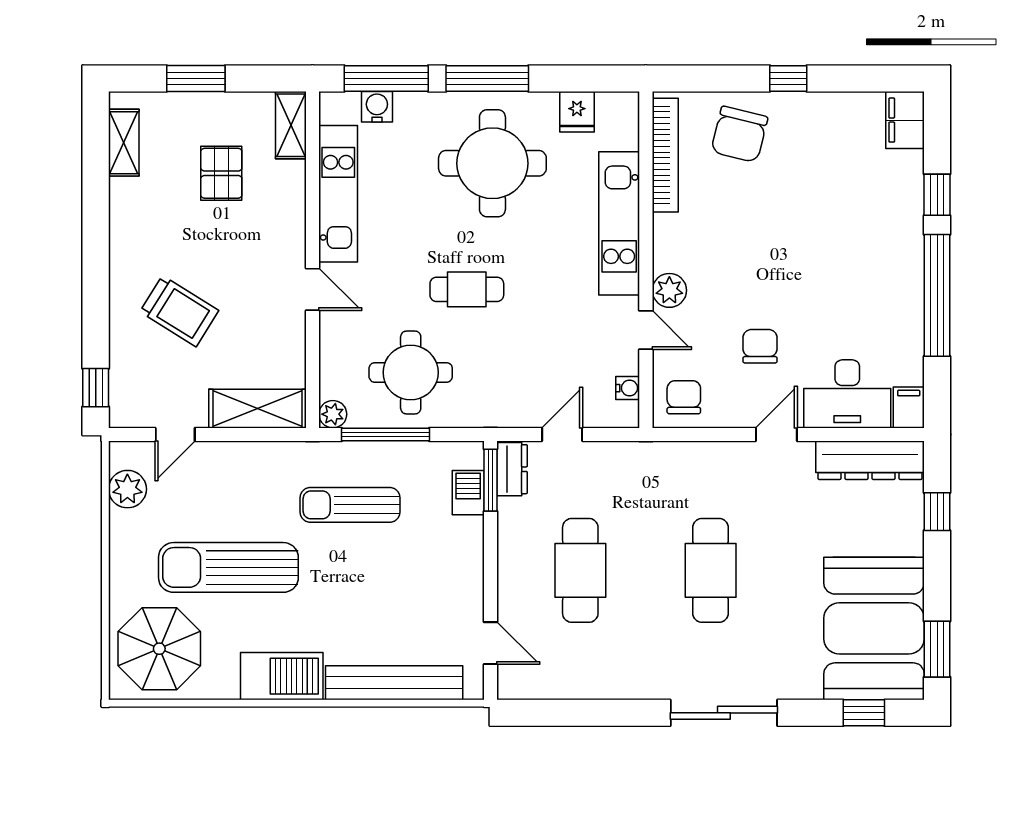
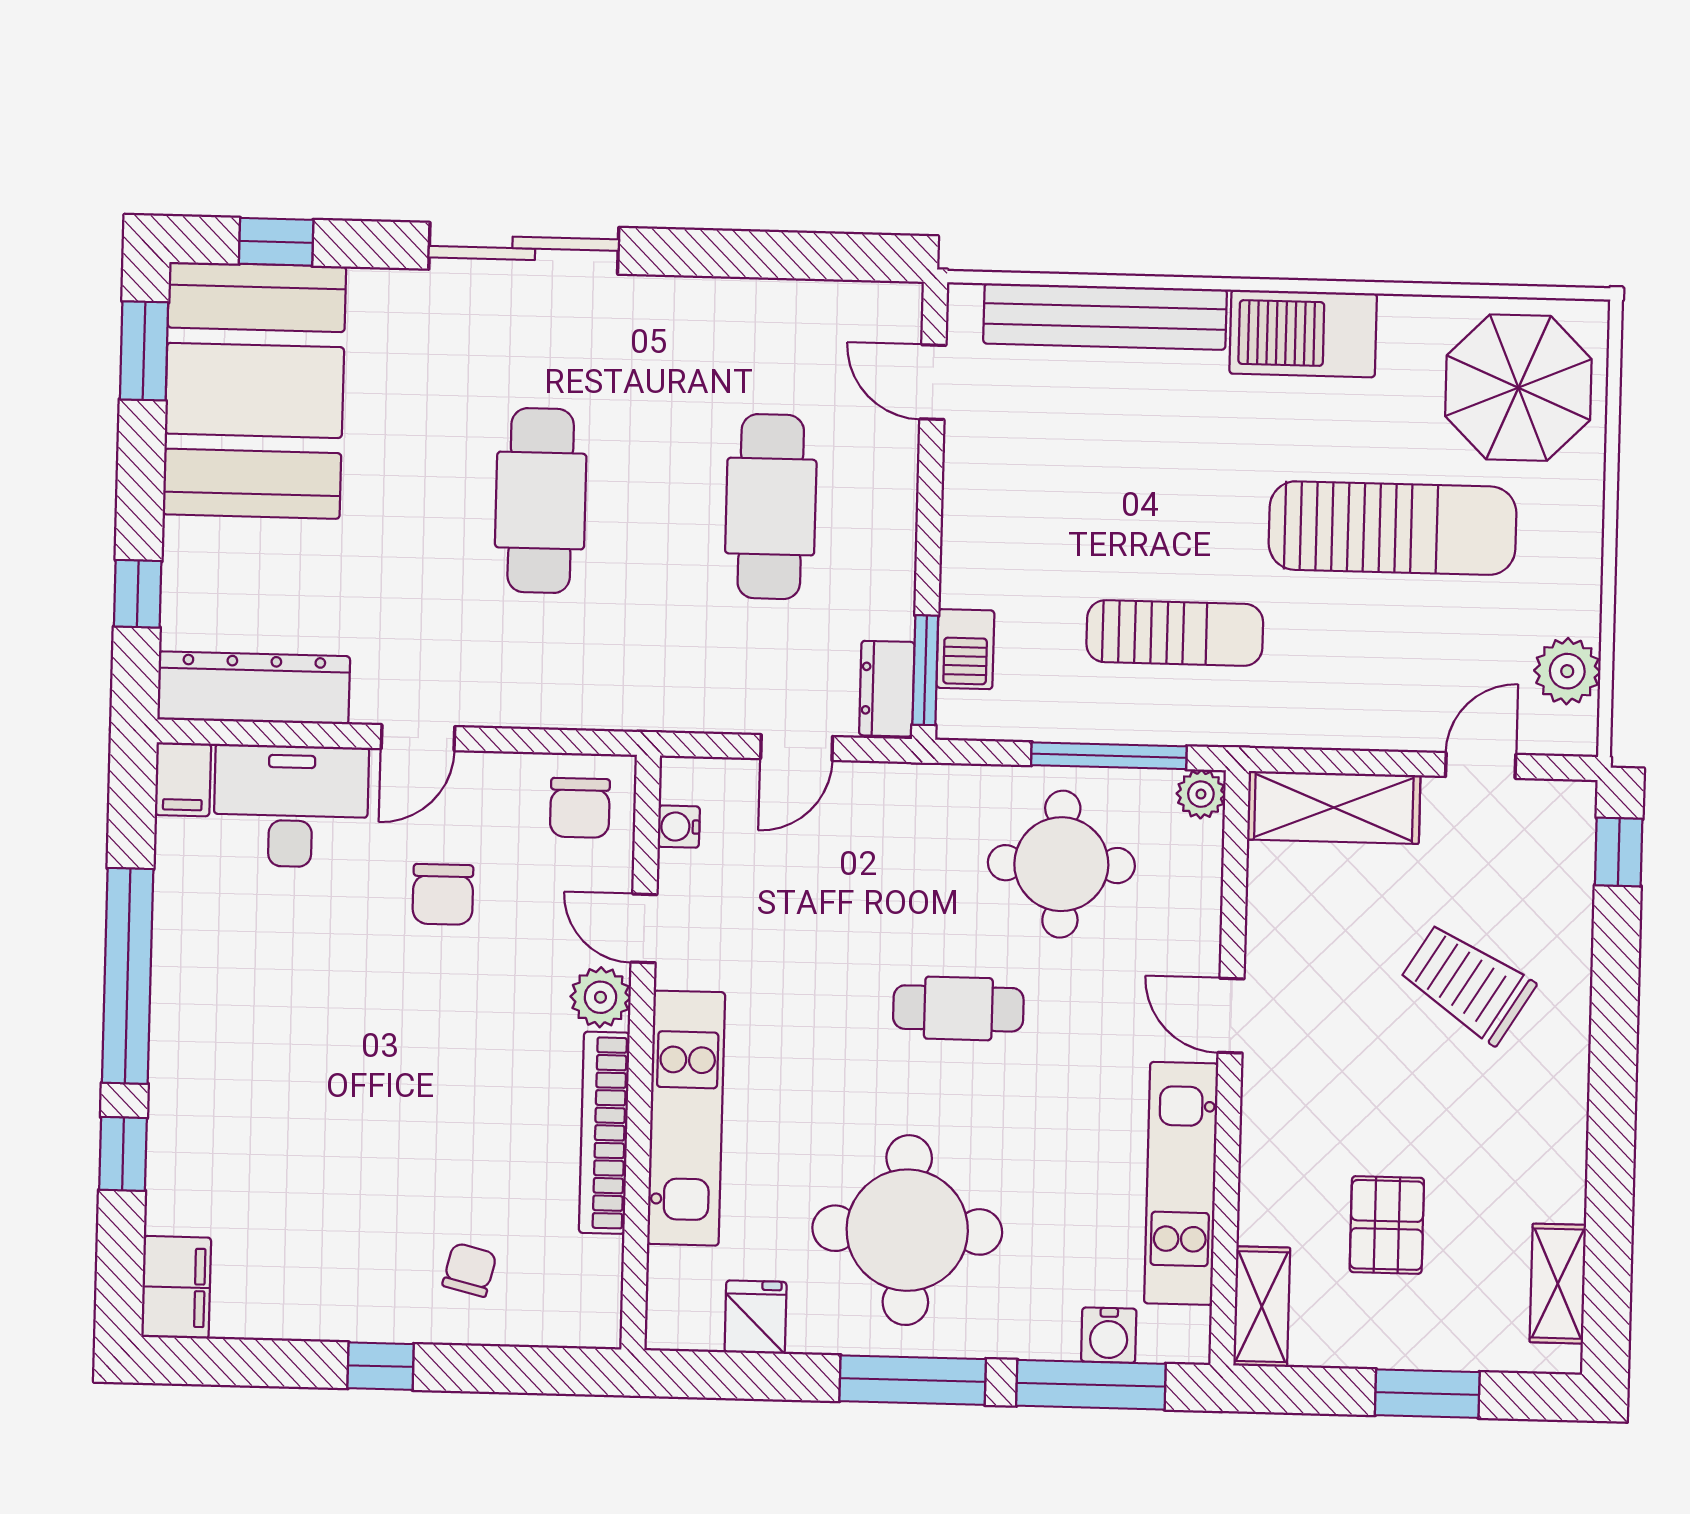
chair: (739, 134) -> (470, 1270), width x0.54, depth x0.54
bookcase: (665, 155) -> (604, 1133), moved

